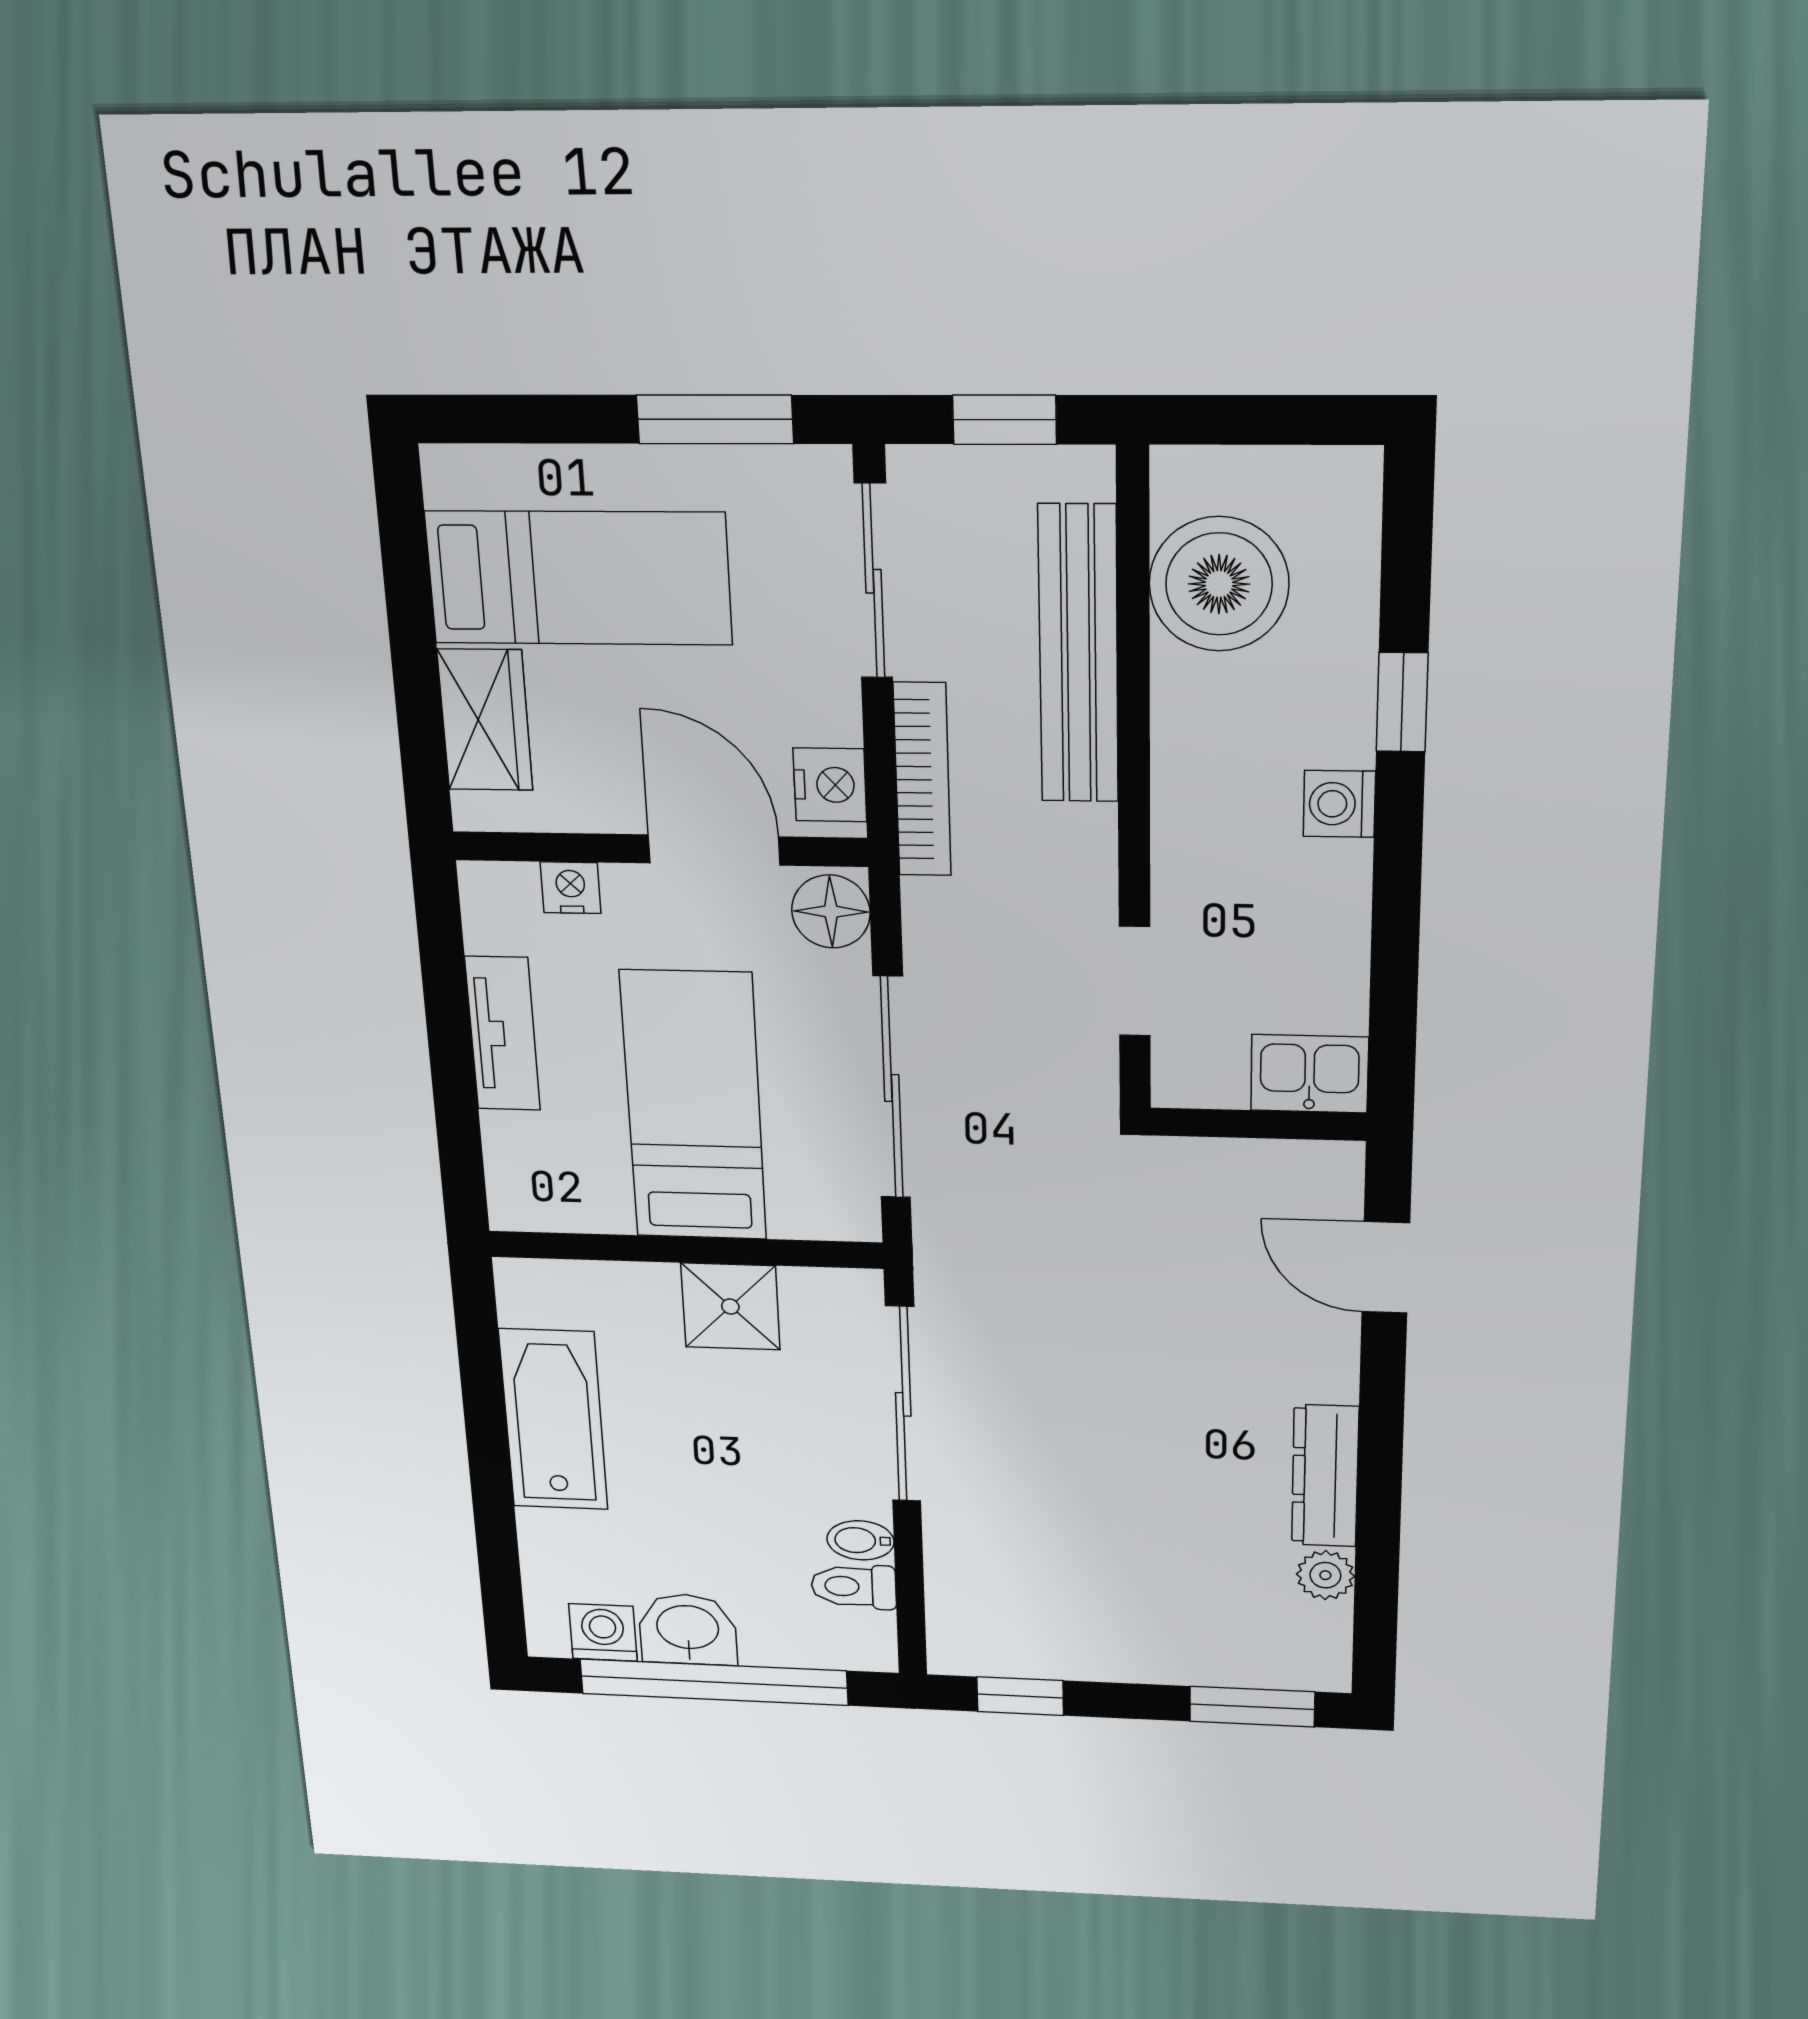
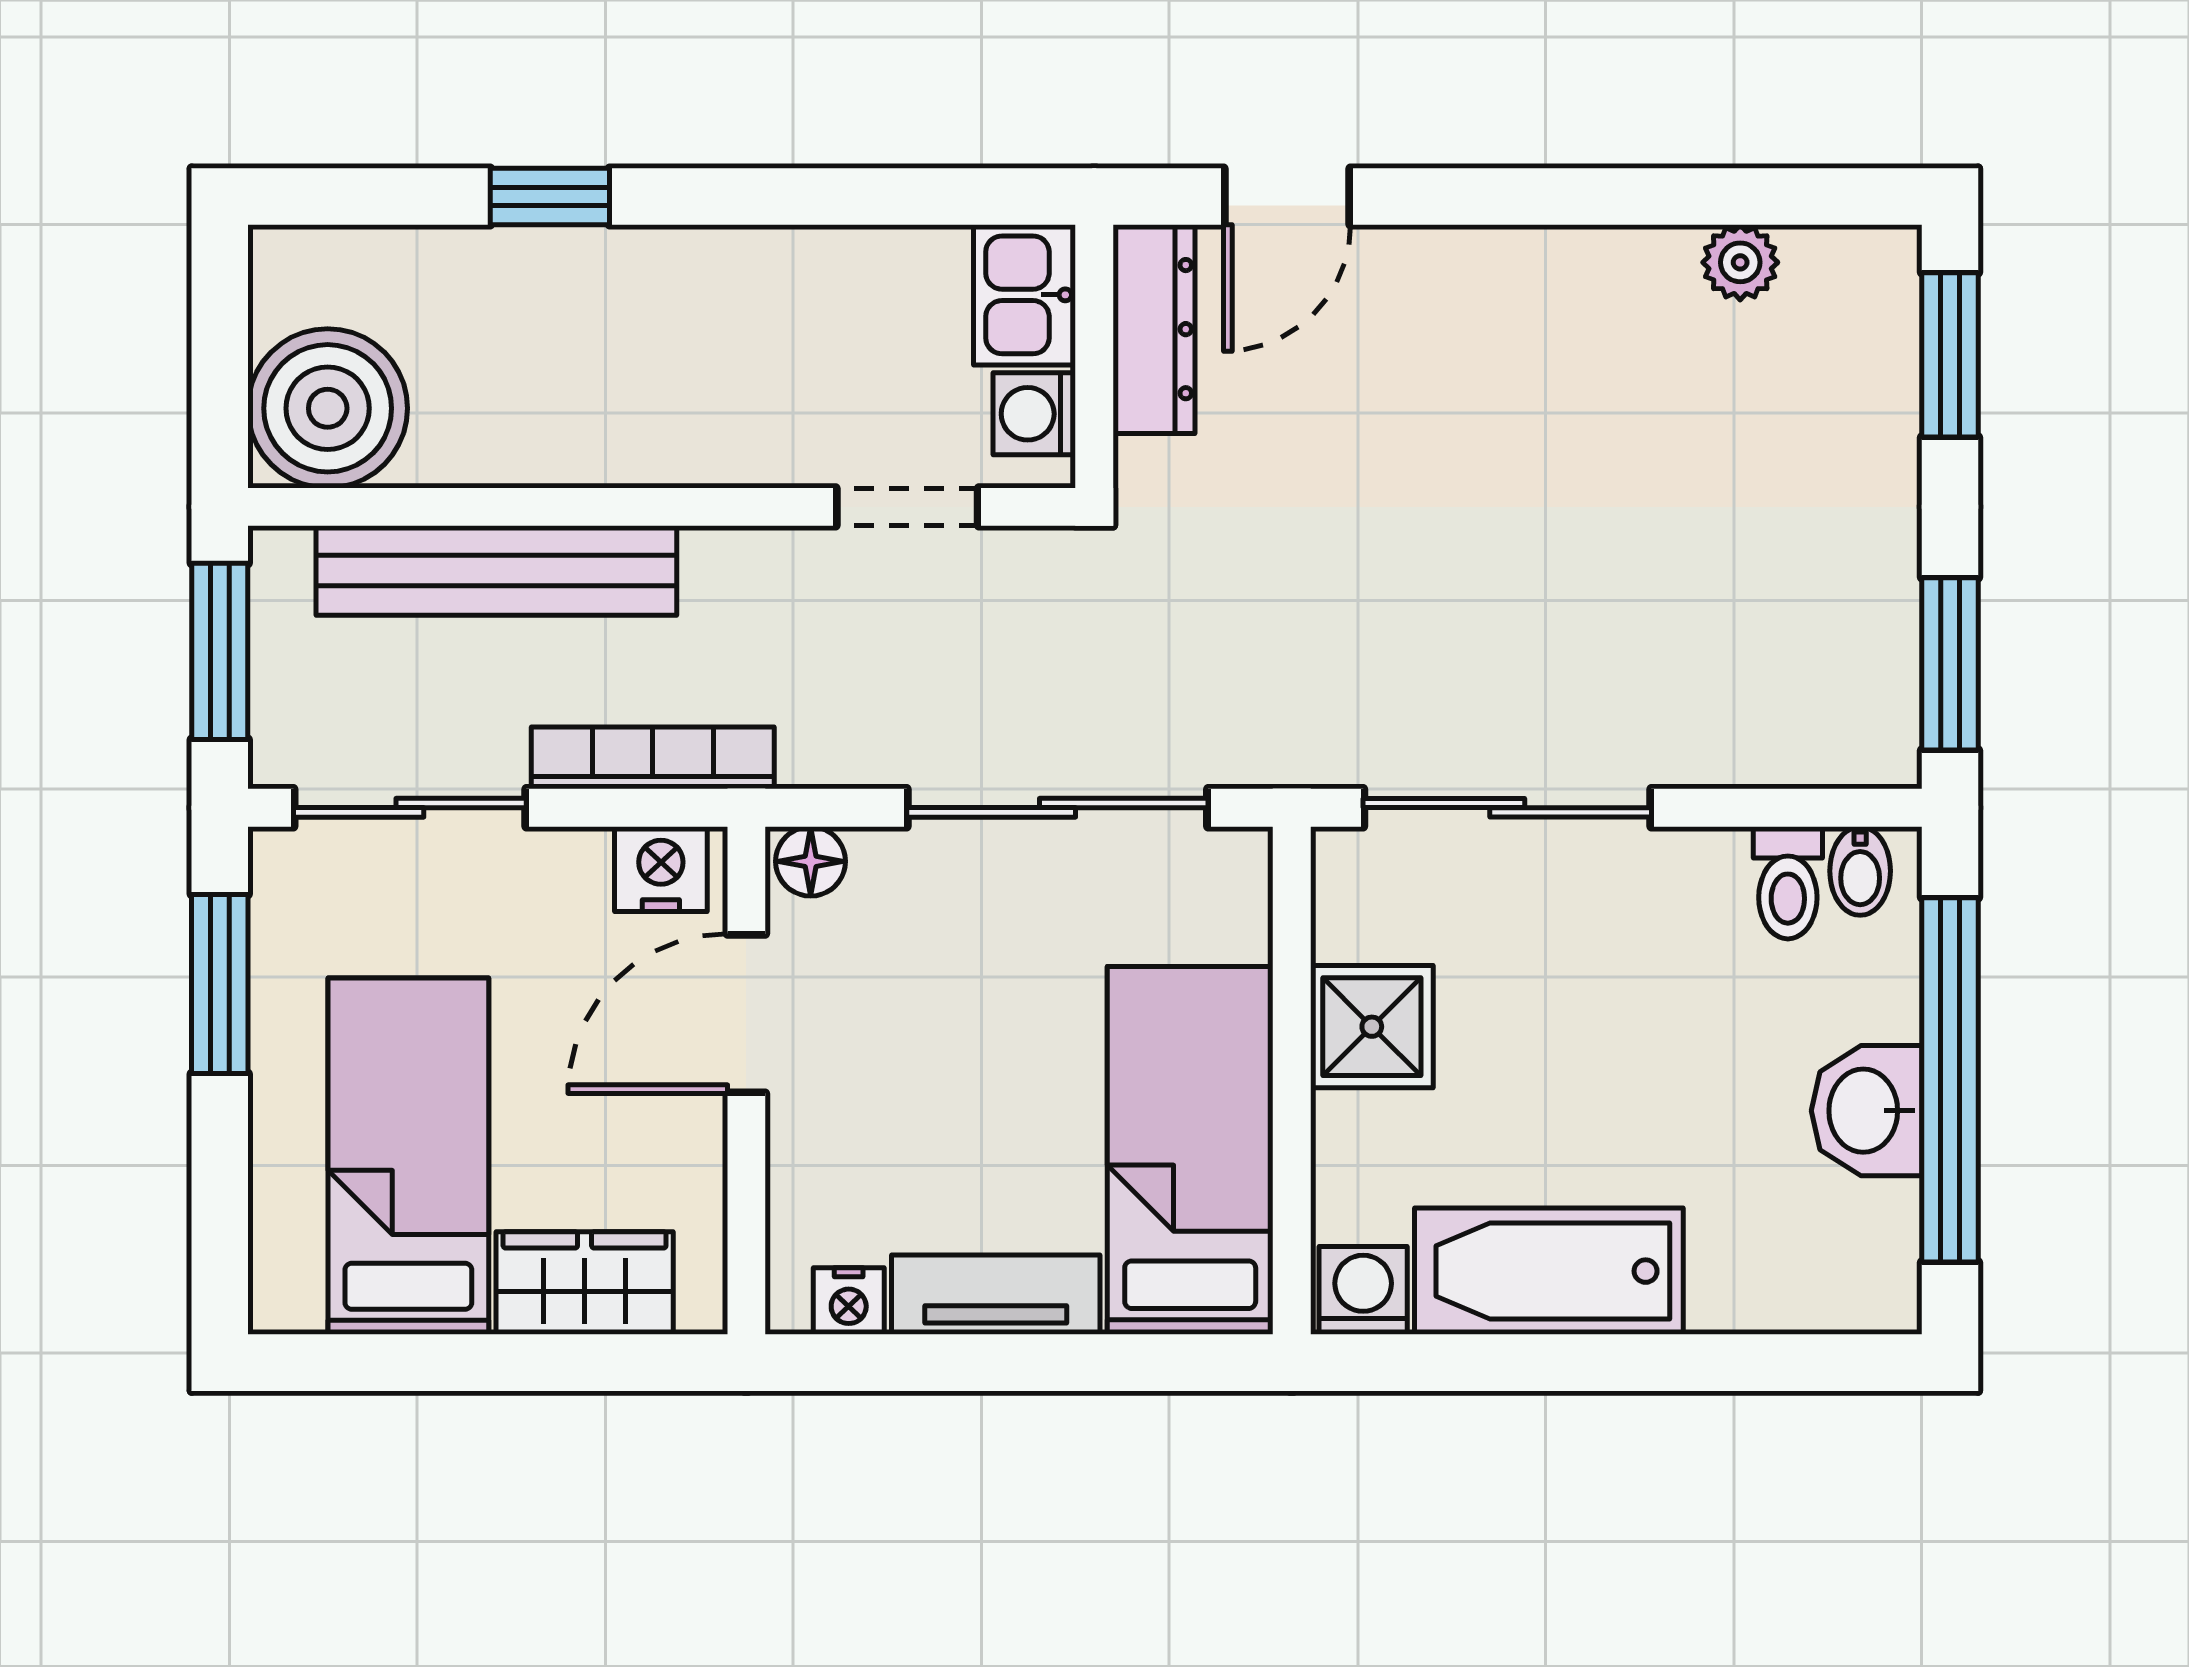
window: (1005, 420) -> (220, 651), width x1.50
boiler: (1219, 584) -> (328, 408), moved
washing machine: (1339, 804) -> (1034, 414), moved, turned 90
nightstand: (571, 888) -> (849, 1301), moved, turned -90
floor lamp: (831, 911) -> (811, 861), width x0.73, depth x0.73
bed: (694, 1106) -> (1190, 1150), moved, turned 90
dresser: (1325, 1476) -> (1154, 329), moved, turned -90
bidet: (860, 1540) -> (1860, 871), moved
washing machine: (603, 1632) -> (1363, 1290), moved, turned 90
window: (1020, 1696) -> (1950, 664), width x1.50

